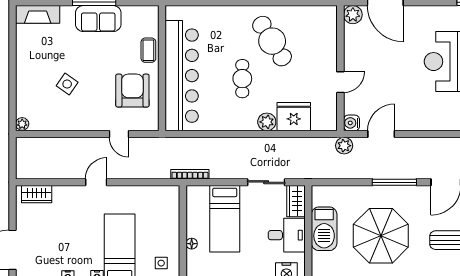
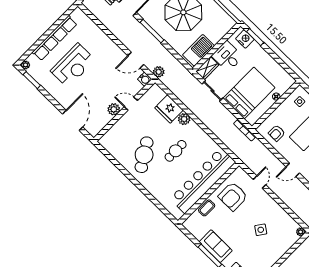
plant: (353, 15) -> (114, 109), moved
armchair: (152, 205) -> (277, 133), added
bed: (225, 219) -> (249, 93), width x1.50
barbecue: (324, 229) -> (199, 50), moved

